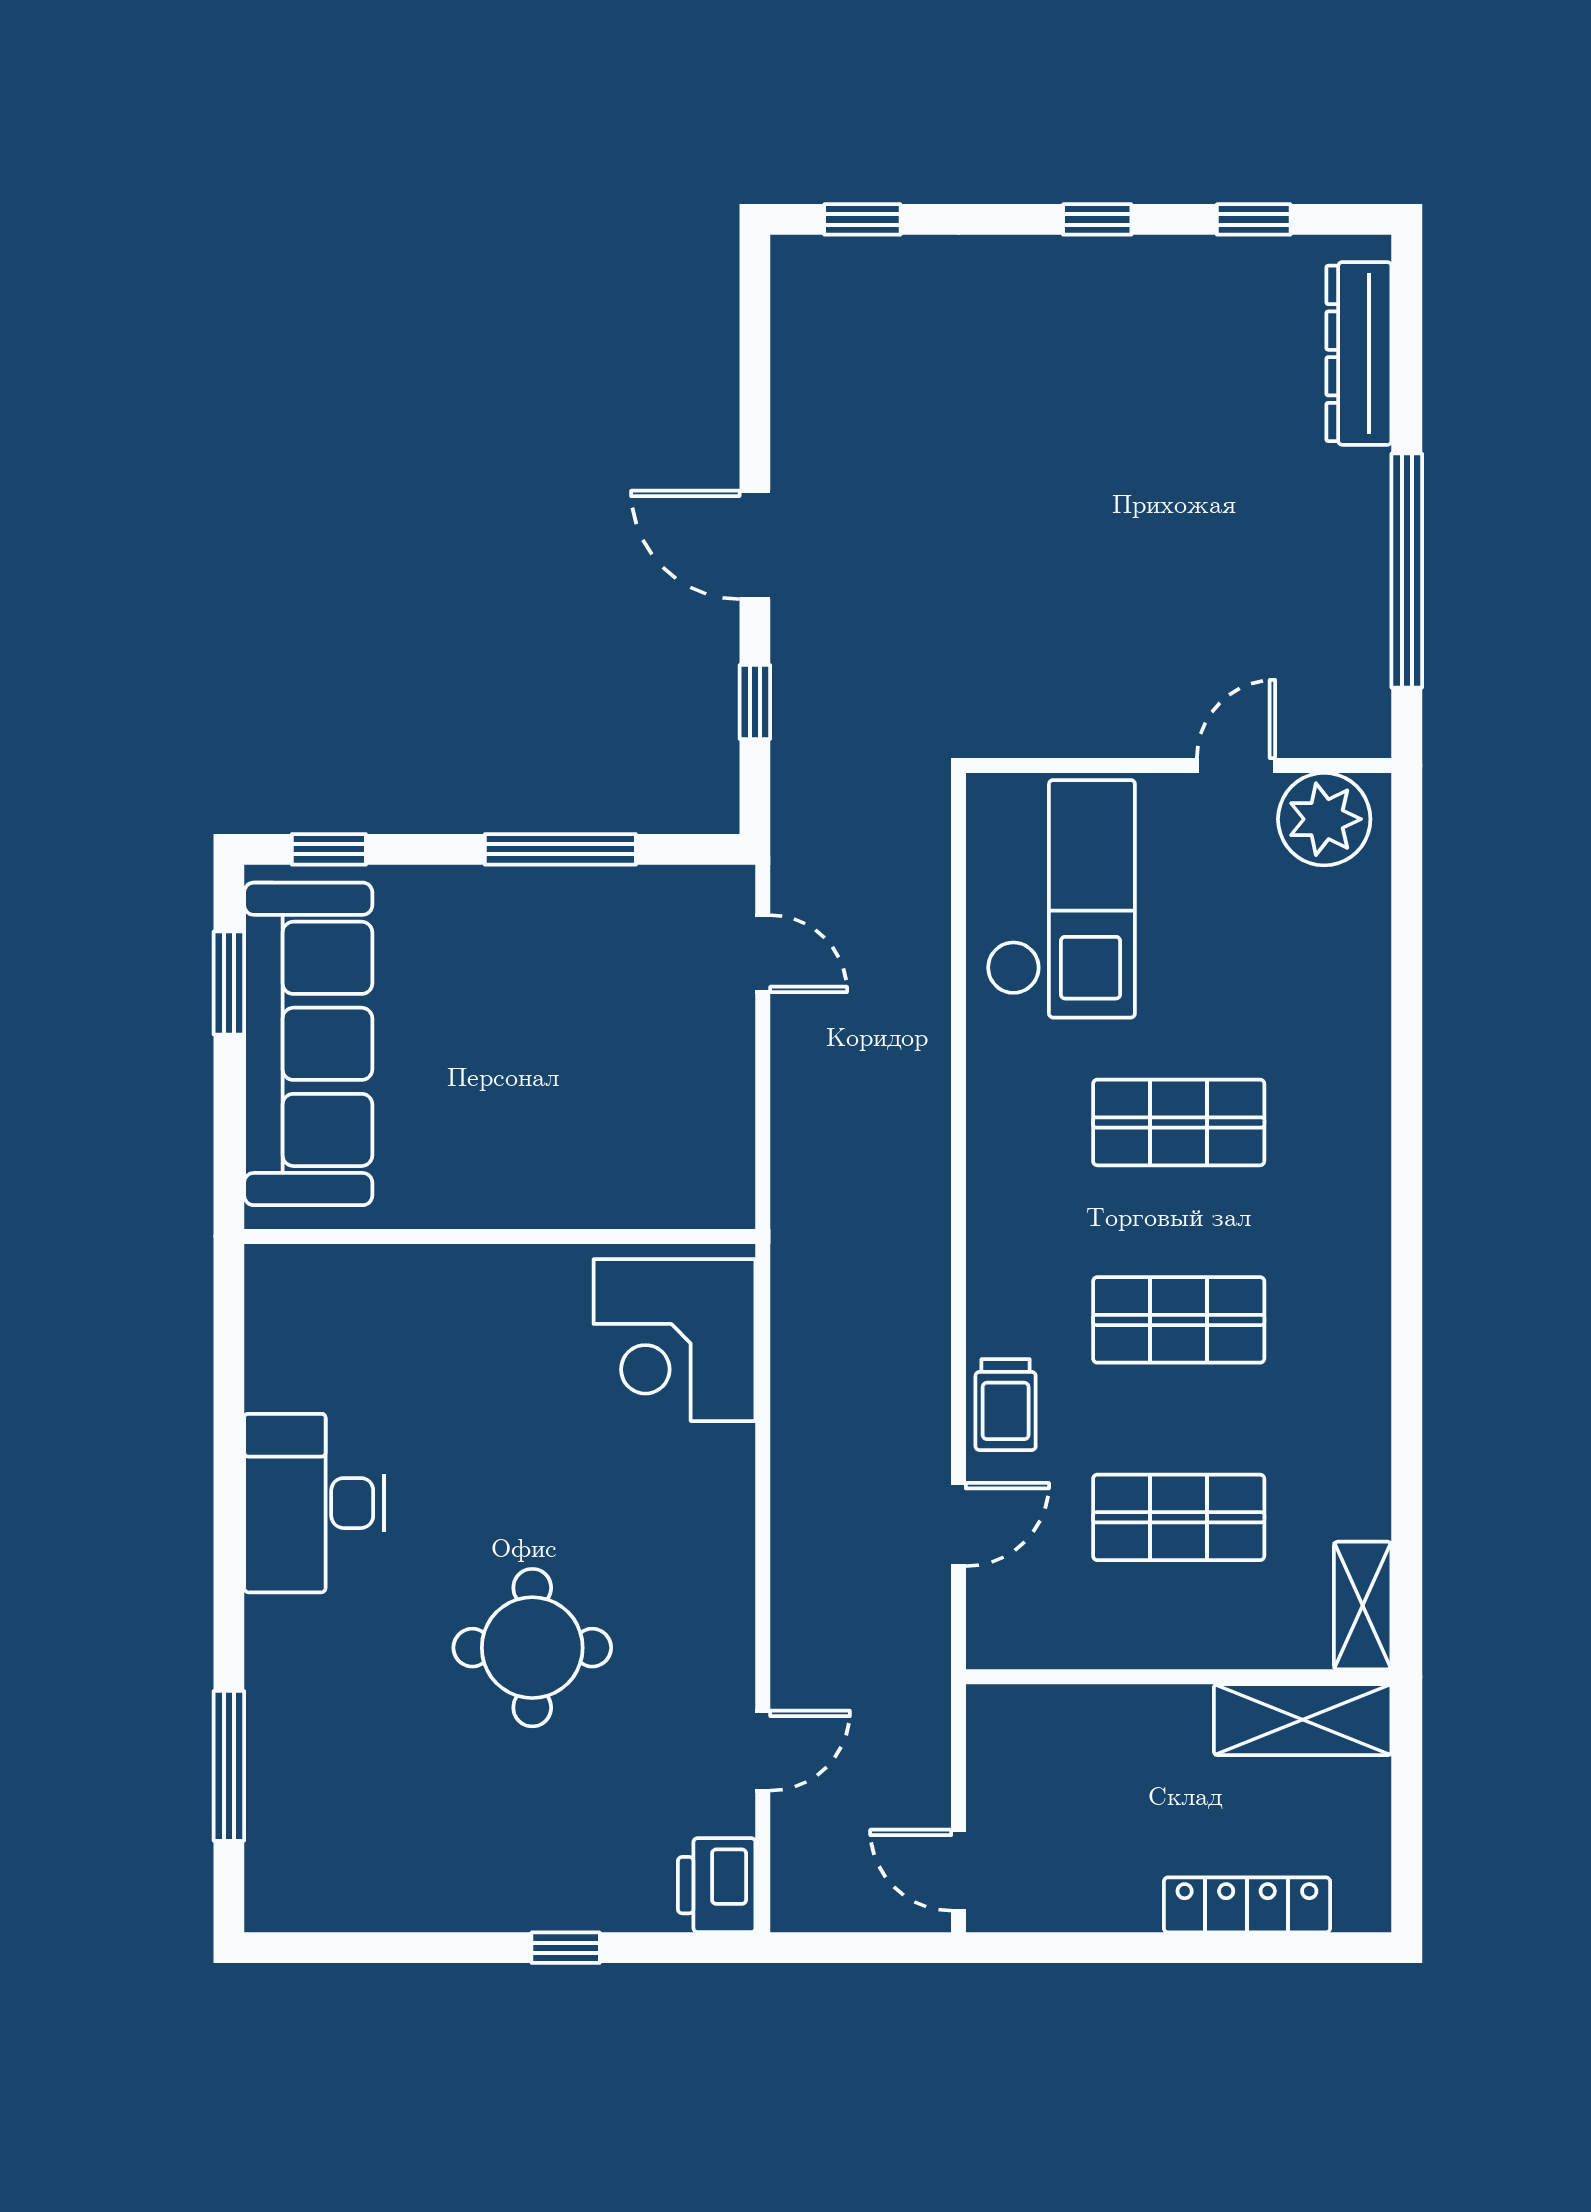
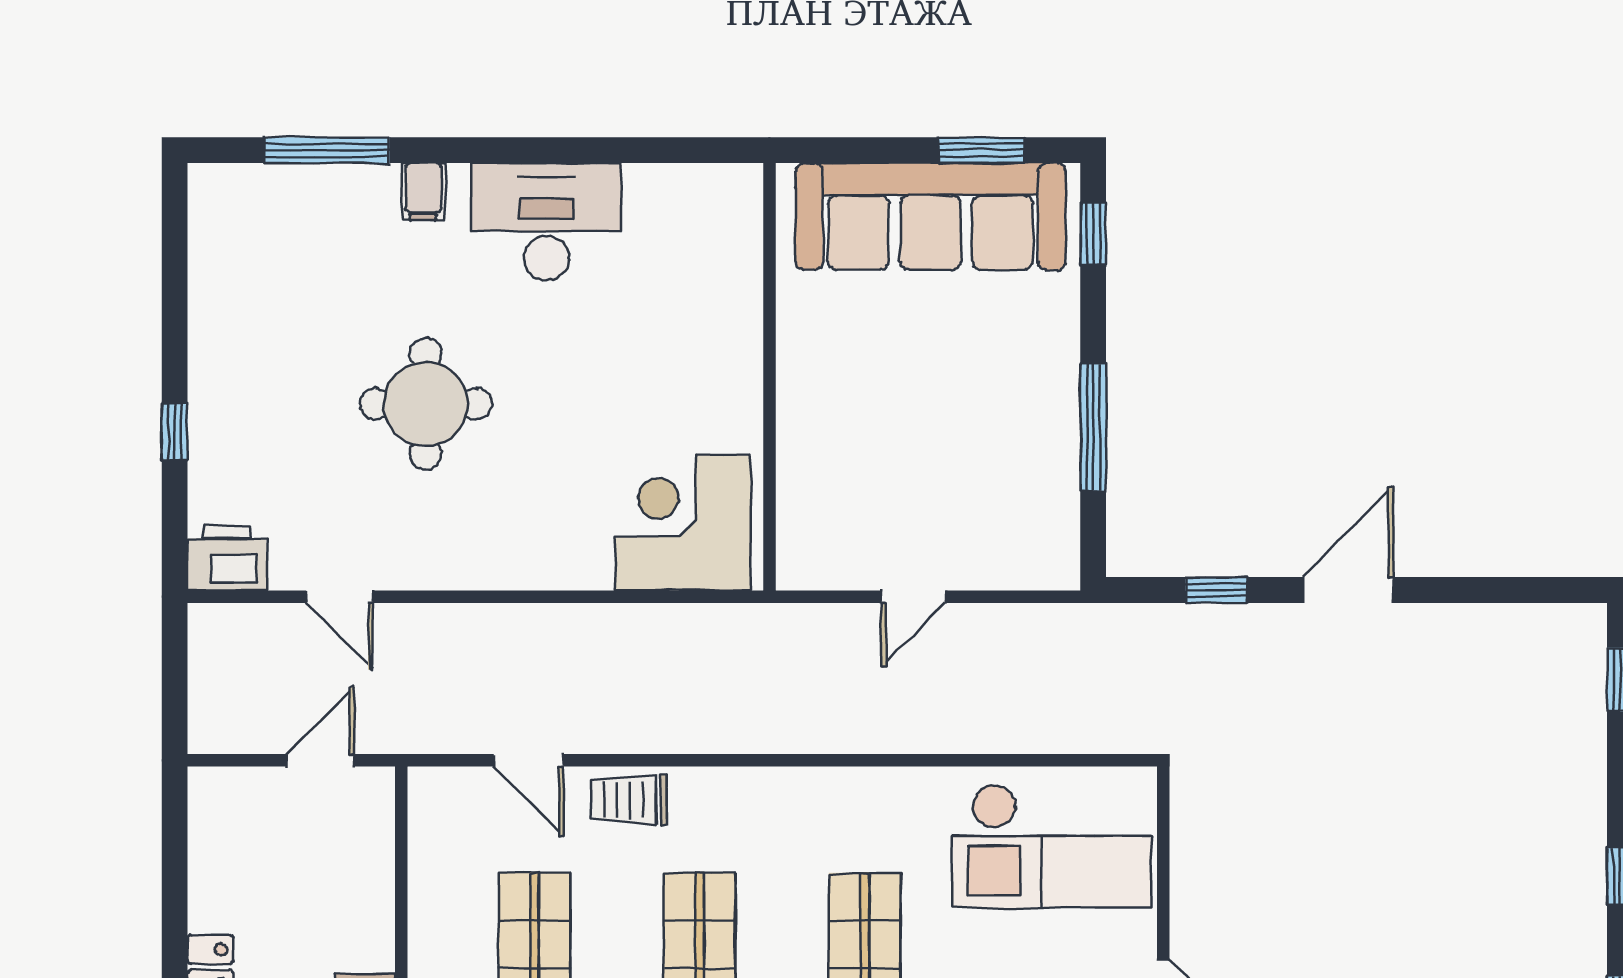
door: (763, 954) -> (913, 597), moved
filing cabinet: (278, 1650) -> (423, 192), added
door: (959, 1870) -> (321, 760), moved

